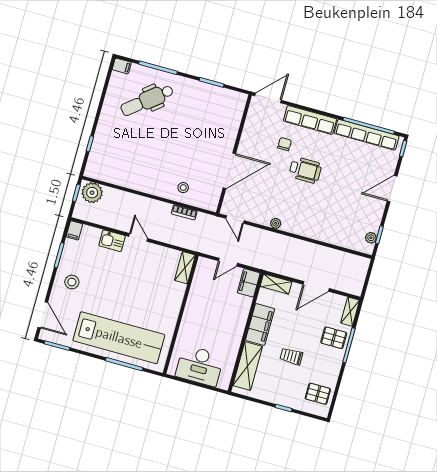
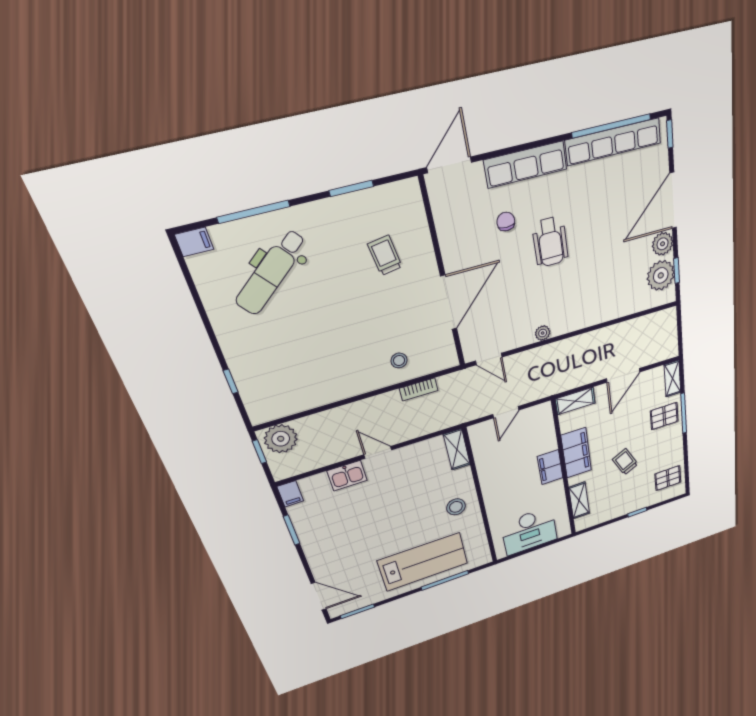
trolley: (209, 125) -> (385, 255), added
wheelchair: (305, 170) -> (550, 242), turned 90
door: (392, 189) -> (673, 201), width x1.36
plant: (376, 212) -> (663, 244), added
plant: (371, 238) -> (661, 275), width x1.88, depth x1.88
stool: (72, 282) -> (456, 507), moved
filing cabinet: (249, 283) -> (550, 467), moved
lab bench: (119, 338) -> (423, 562), width x0.73
trolley: (291, 356) -> (625, 462), turned 64
shelving: (248, 366) -> (579, 500), width x0.67, depth x0.75

